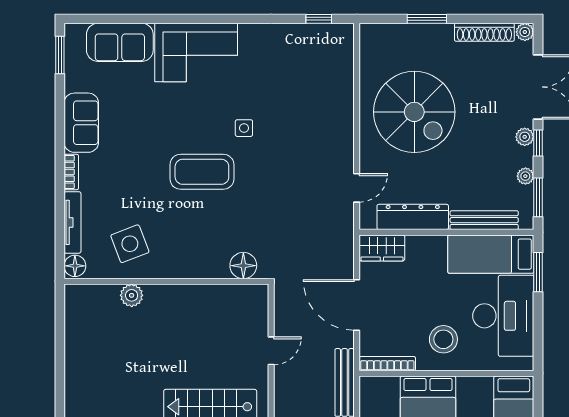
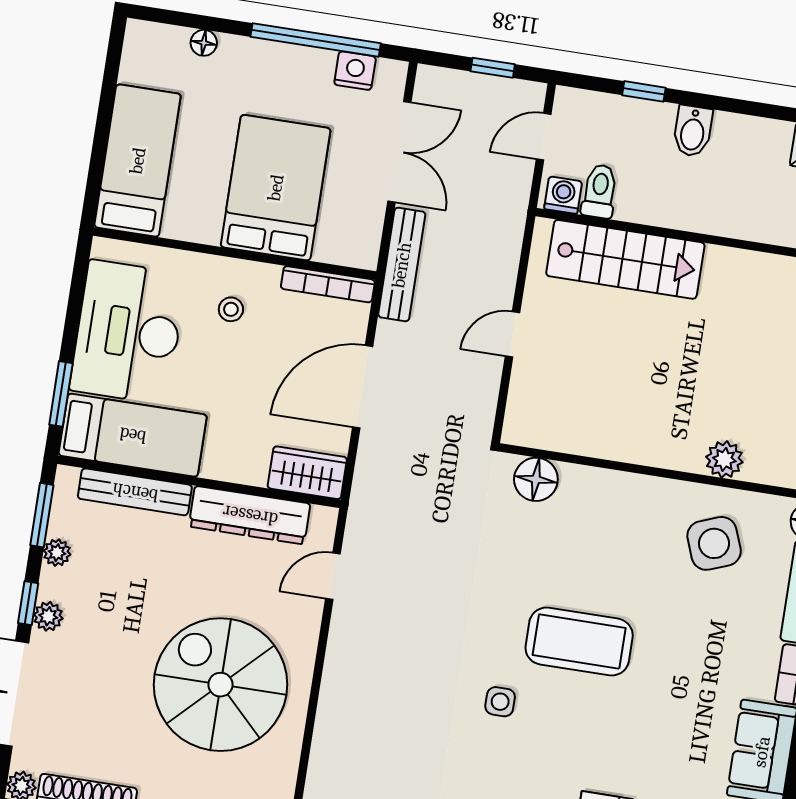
door: (357, 305) -> (363, 387), swing flipped
stool: (443, 339) -> (231, 309), width x0.53, depth x0.53

